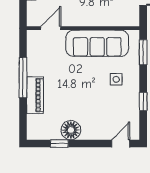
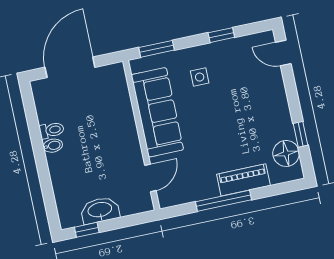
door: (51, 28) -> (150, 178), swing flipped
floor lamp: (71, 130) -> (286, 153), moved

